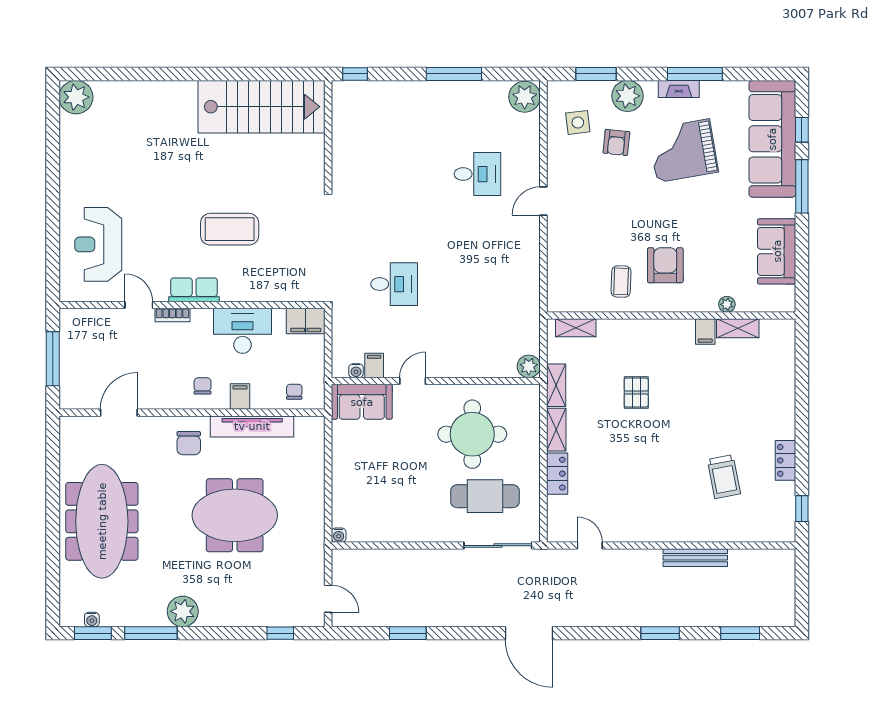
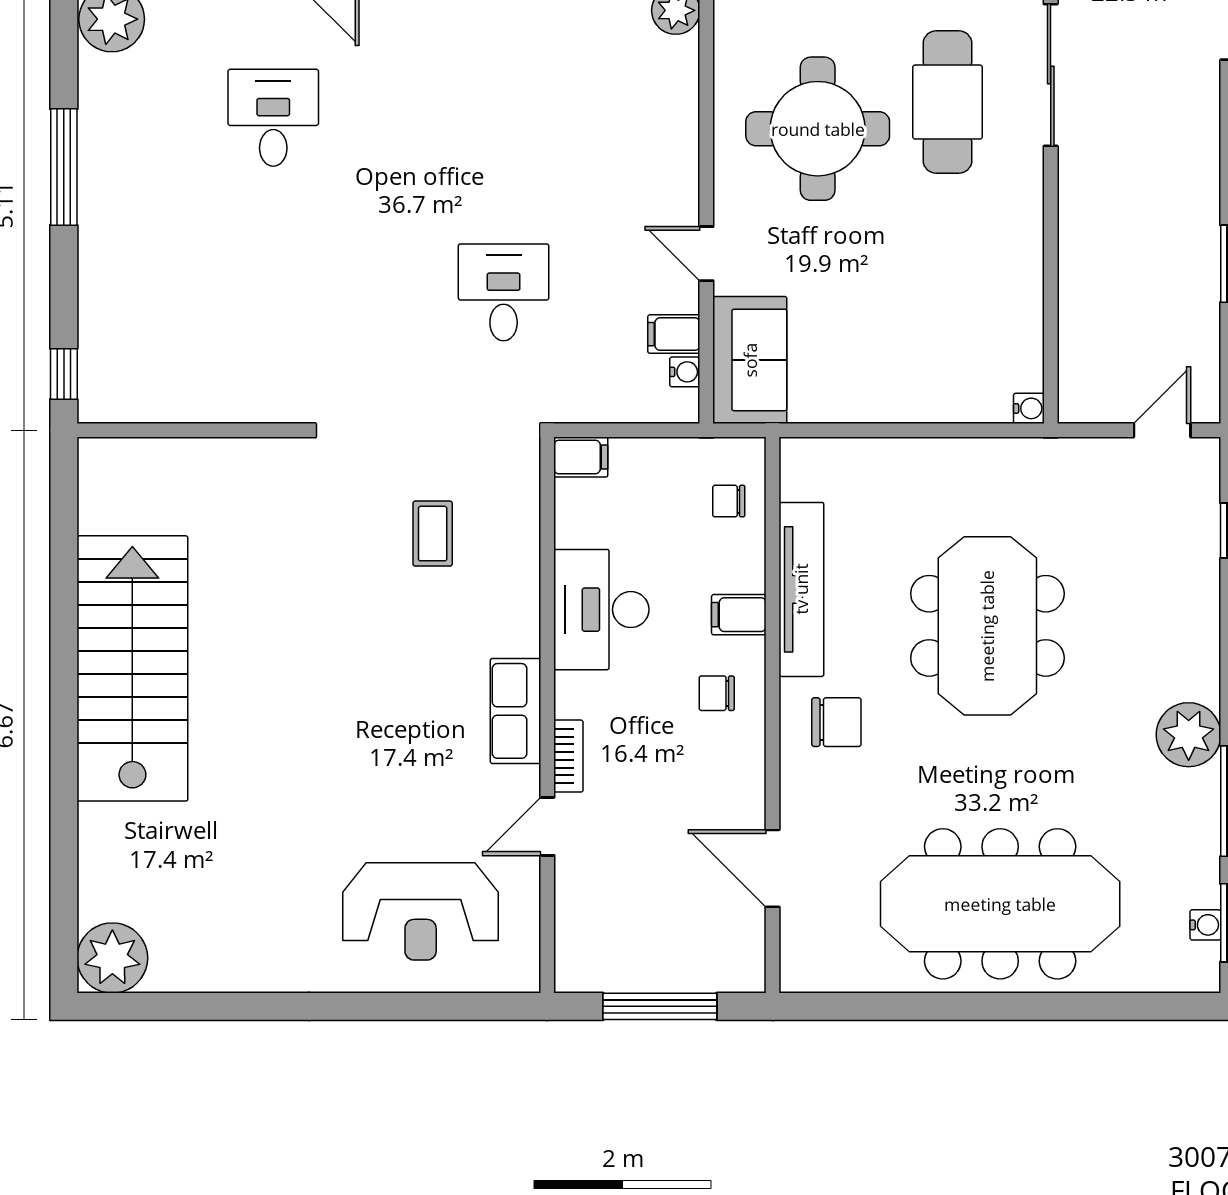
stairs: (262, 107) -> (132, 668), moved
coffee table: (230, 229) -> (433, 534), moved, width x0.54, depth x0.58
filing cabinet: (306, 321) -> (581, 457), width x0.50

